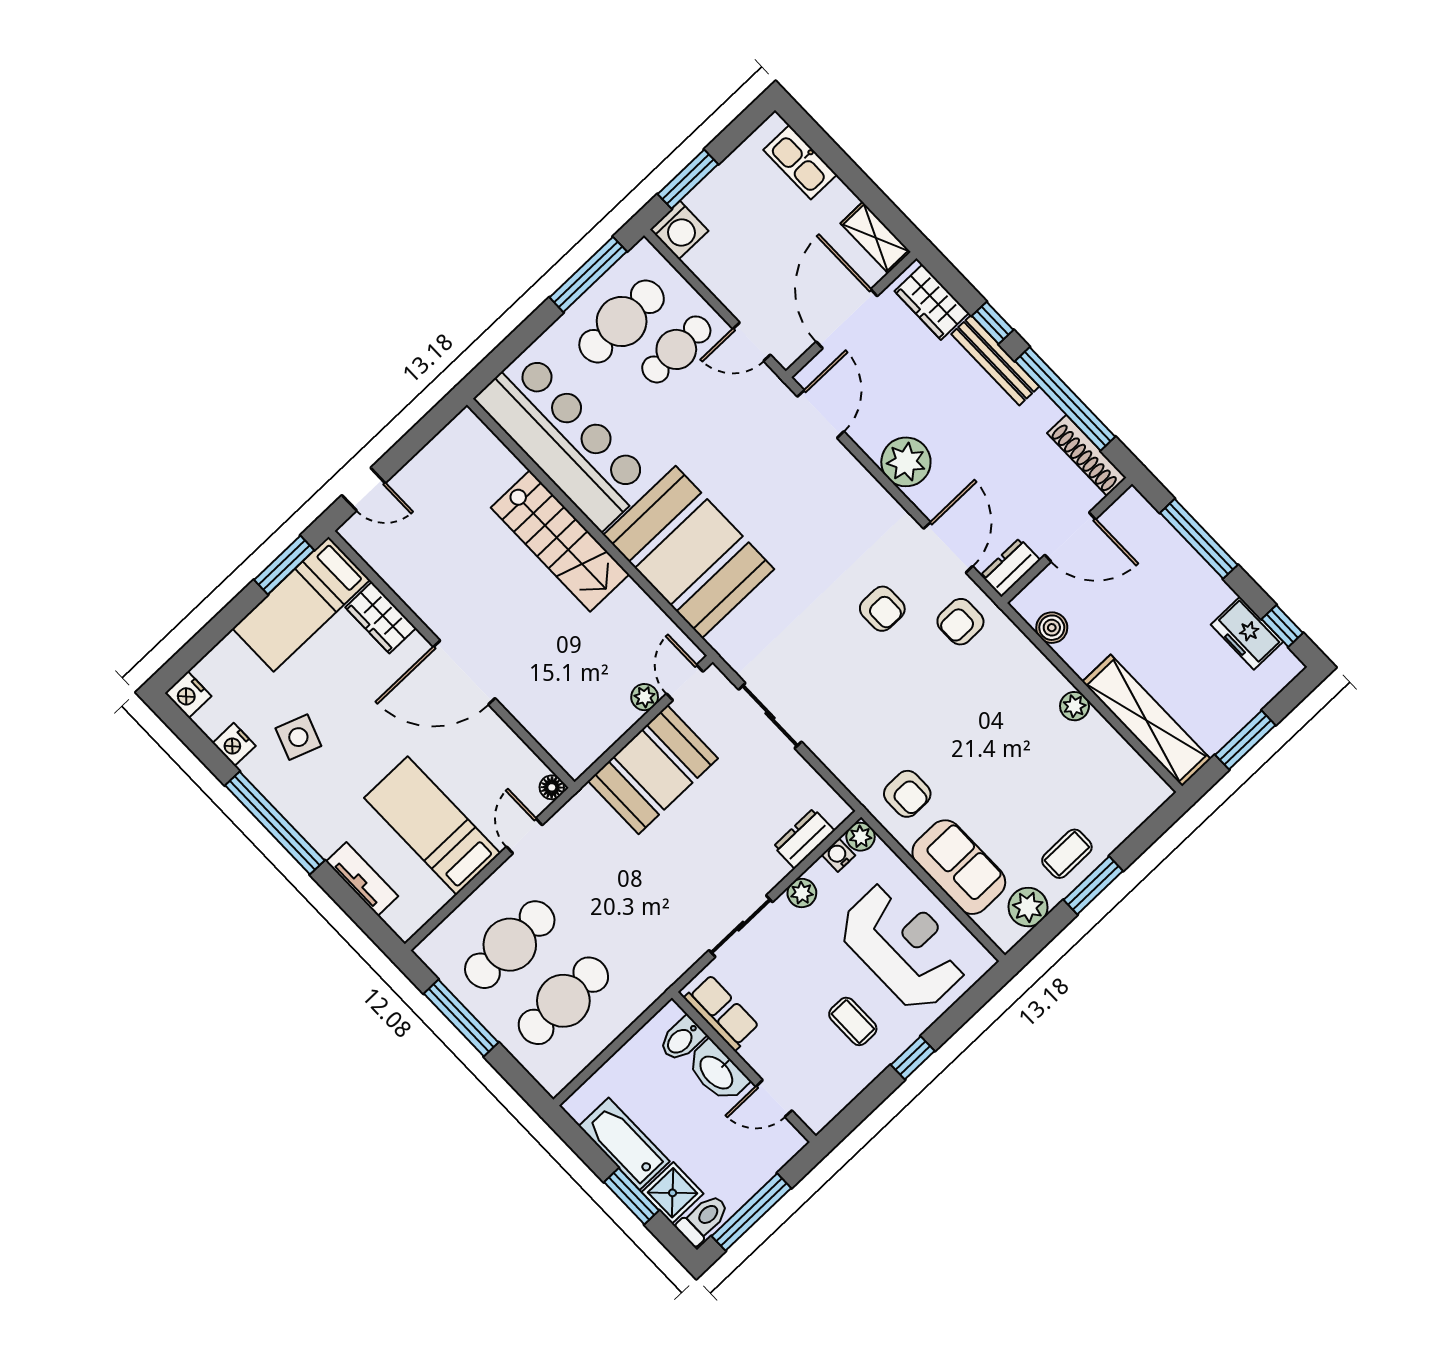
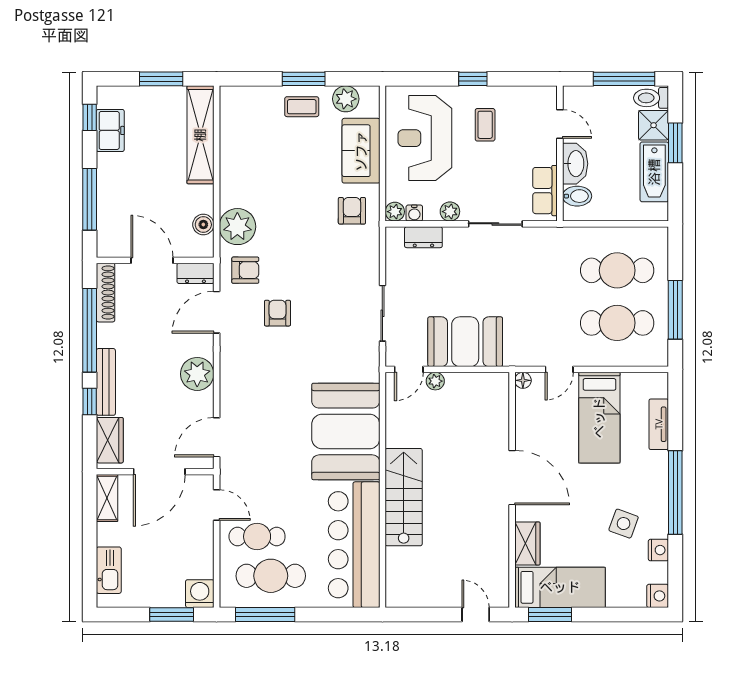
plant: (1074, 706) -> (237, 227), moved, width x1.88, depth x1.88

